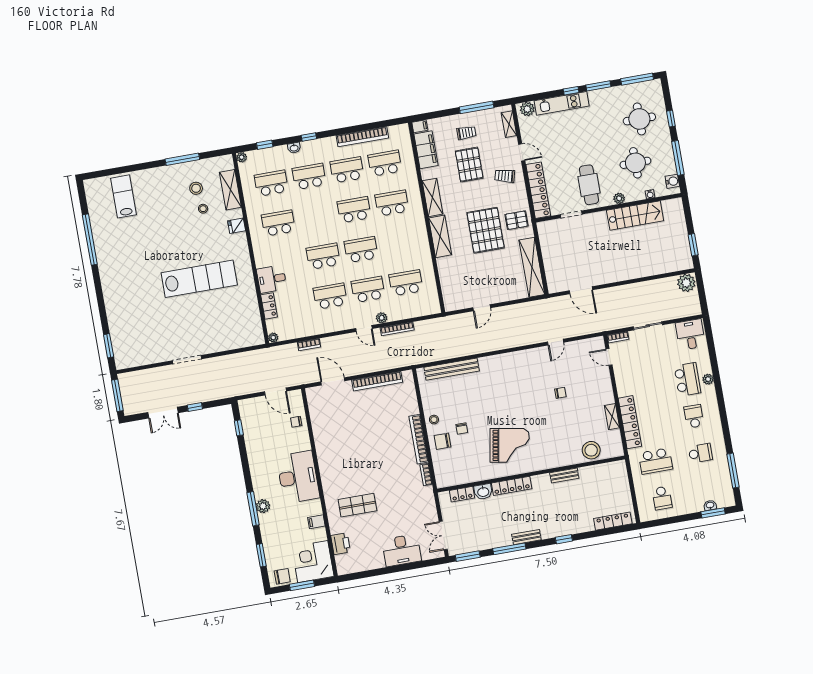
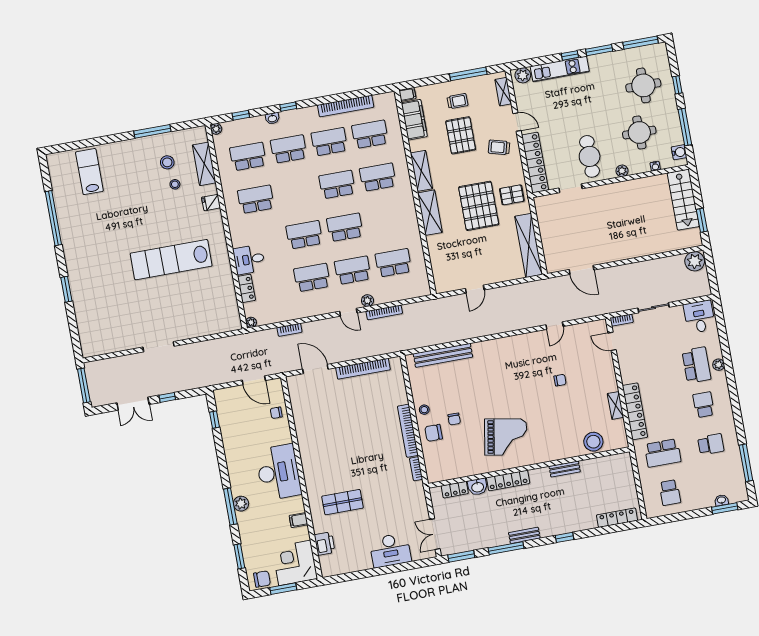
stairs: (635, 215) -> (683, 200), moved, turned 90
lab bench: (199, 279) -> (171, 260), turned 180
window: (109, 346) -> (66, 289), moved

